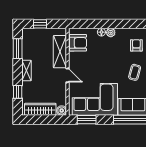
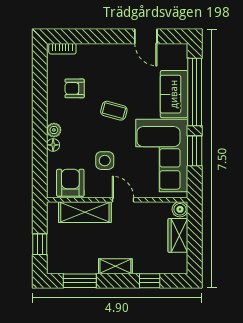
side table: (92, 64) -> (105, 161), added
coffee table: (135, 72) -> (114, 111), moved
door: (68, 75) -> (123, 200), hinge flipped
wardrobe: (40, 109) -> (178, 235), width x0.67
window: (87, 120) -> (195, 151), moved

